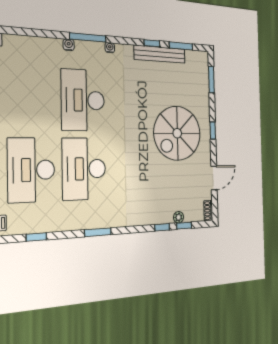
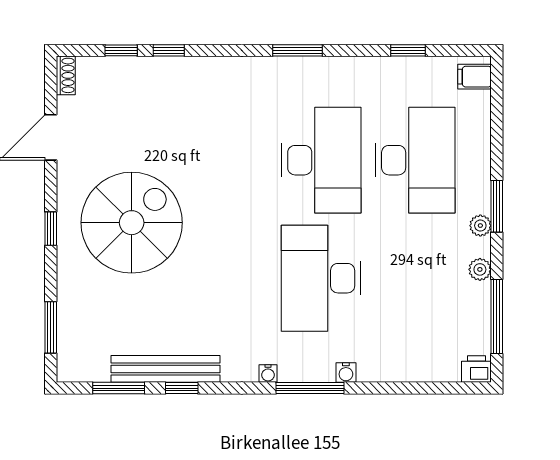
desk: (83, 100) -> (321, 278), turned 180
plant: (179, 217) -> (133, 67), removed

